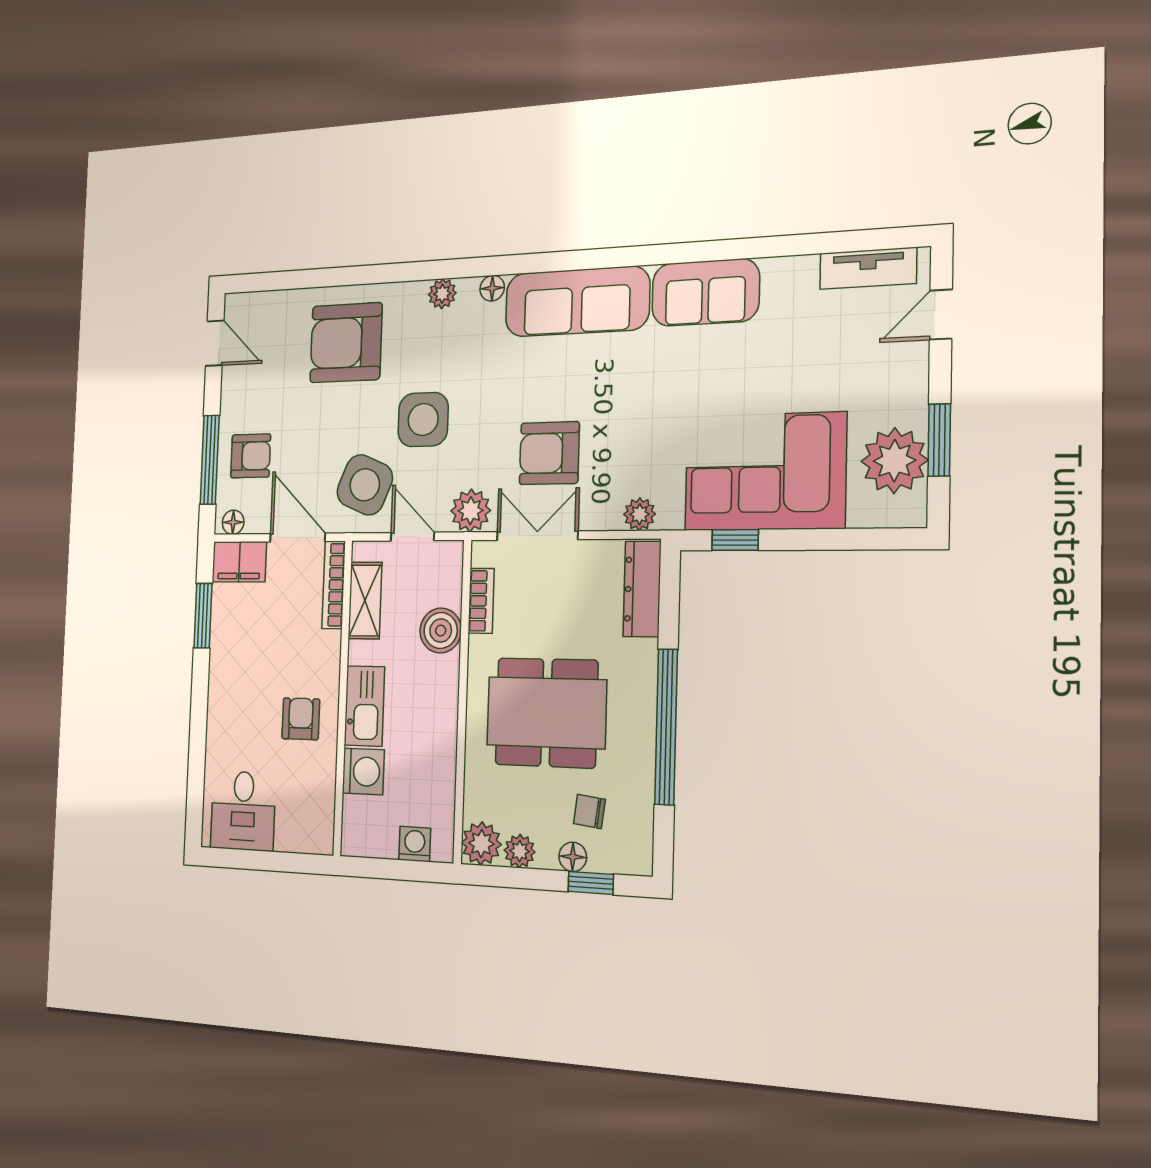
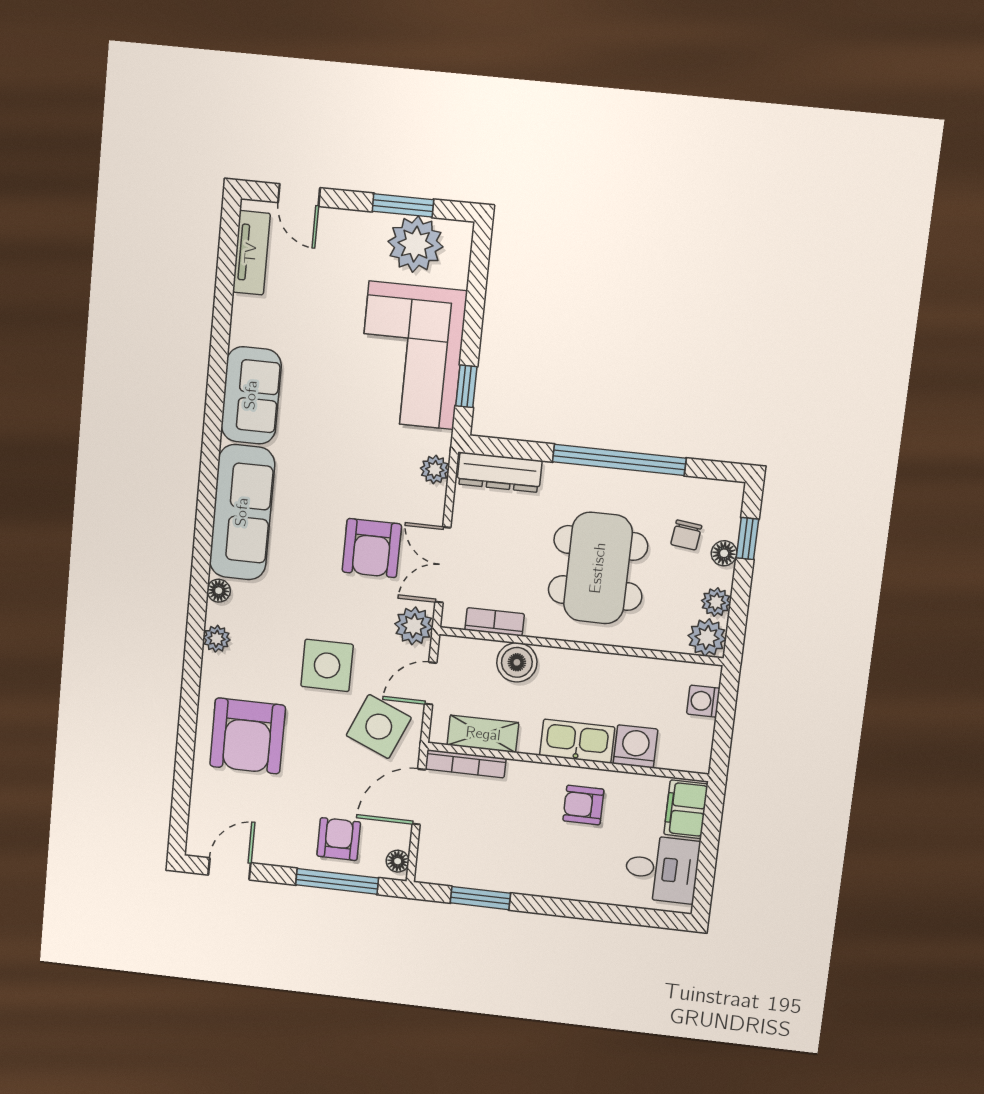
filing cabinet: (239, 562) -> (686, 809), moved, turned 180

